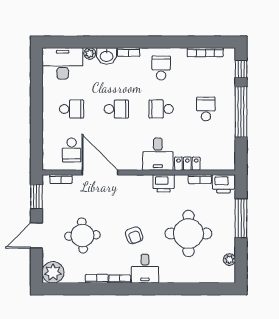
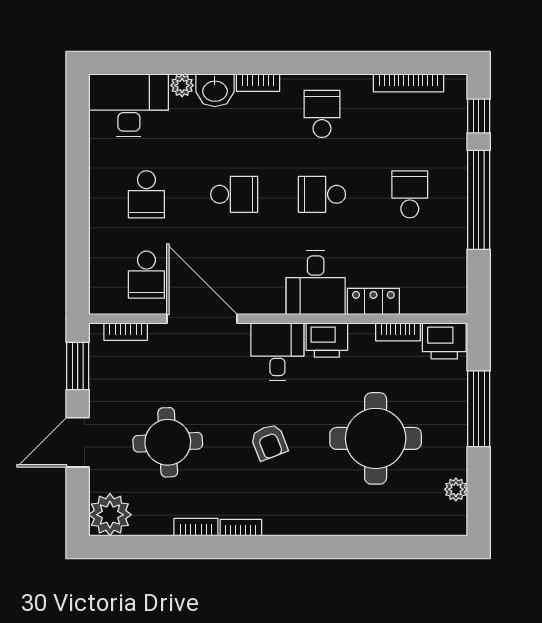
school desk: (72, 109) -> (146, 194), turned 90
desk: (145, 269) -> (277, 352), moved, turned 180

